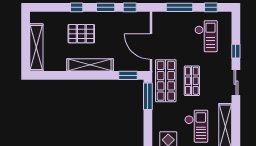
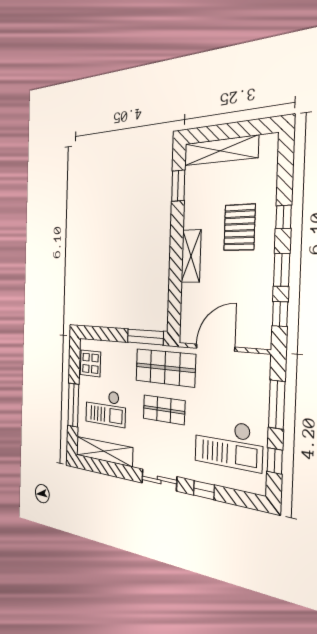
checkout: (206, 36) -> (228, 444), width x1.36, depth x1.21
shelving: (90, 65) -> (191, 256), width x0.68
window: (128, 75) -> (178, 186), moved

